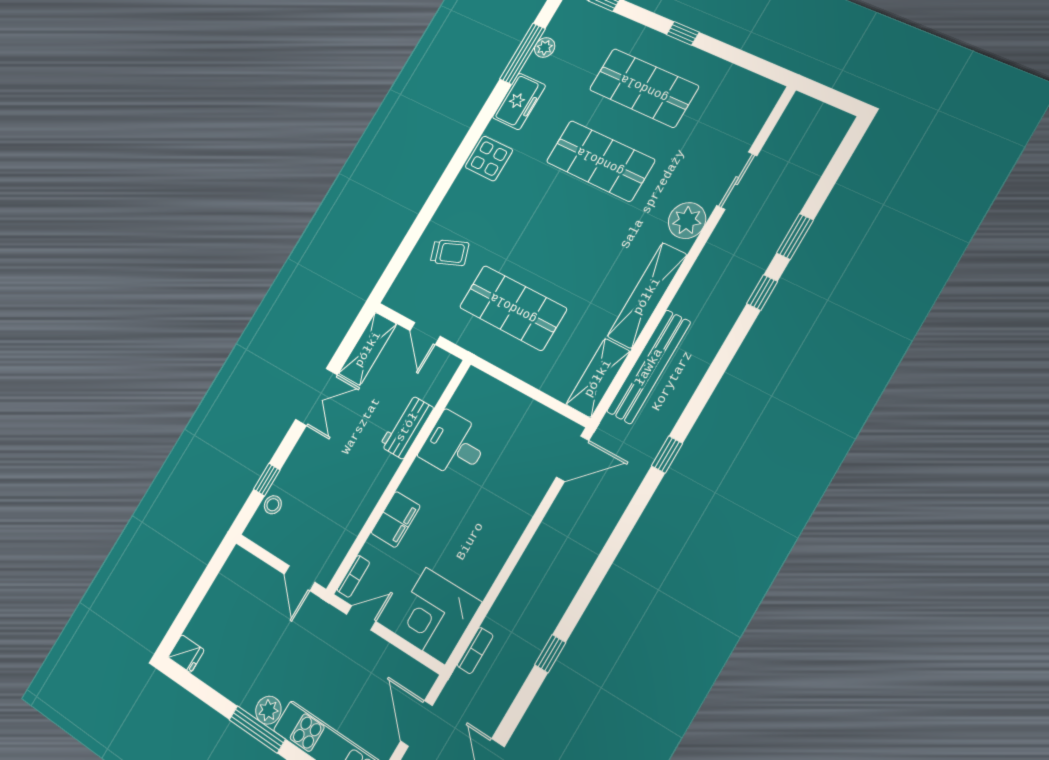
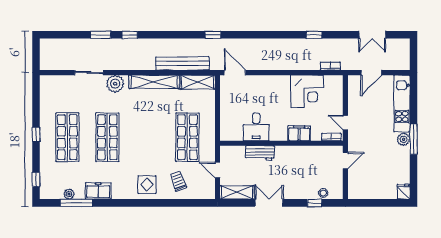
display table: (489, 159) -> (147, 185), moved
door: (425, 333) -> (218, 170), swing flipped
corner desk: (435, 616) -> (307, 91), moved

